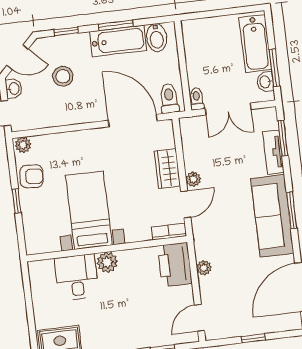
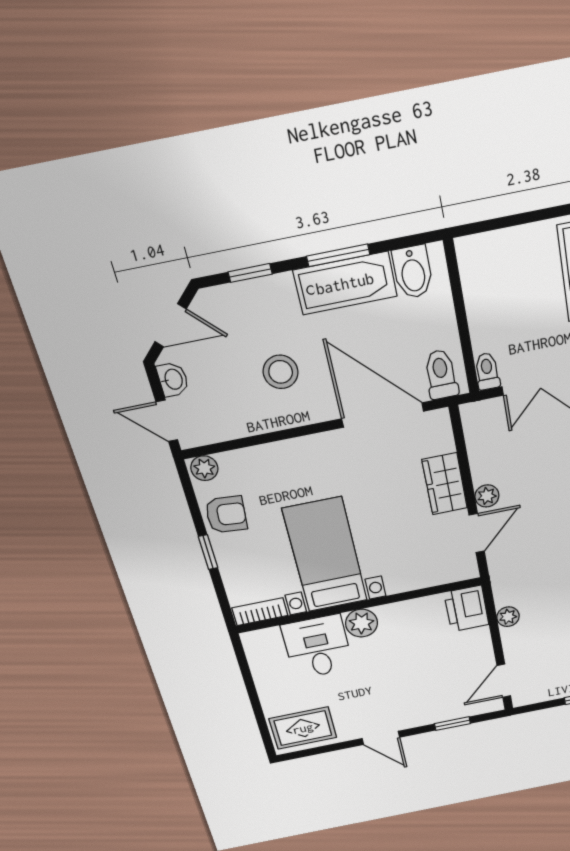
stool: (63, 76) -> (281, 372), moved
bookcase: (169, 231) -> (260, 612), moved
printer: (175, 265) -> (466, 609), width x0.73, depth x0.84

